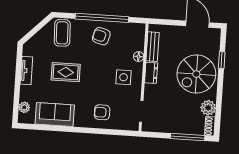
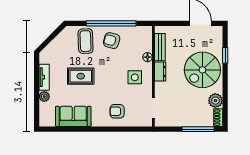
coffee table: (62, 33) -> (86, 41), moved
plant: (24, 107) -> (44, 96), moved

